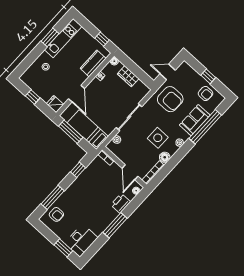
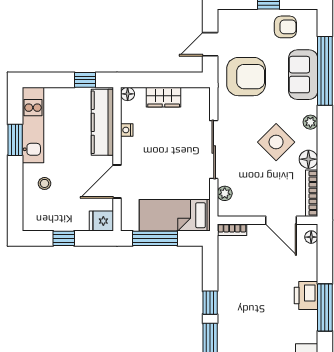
kitchen counter: (93, 63) -> (102, 122), width x1.50
door: (77, 94) -> (117, 182), swing flipped
side table: (158, 138) -> (276, 142), turned 45
window: (78, 170) -> (210, 303), moved
printer: (121, 203) -> (306, 295), moved

